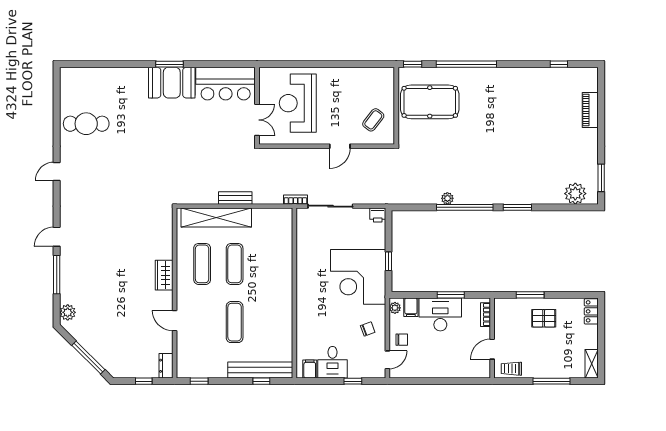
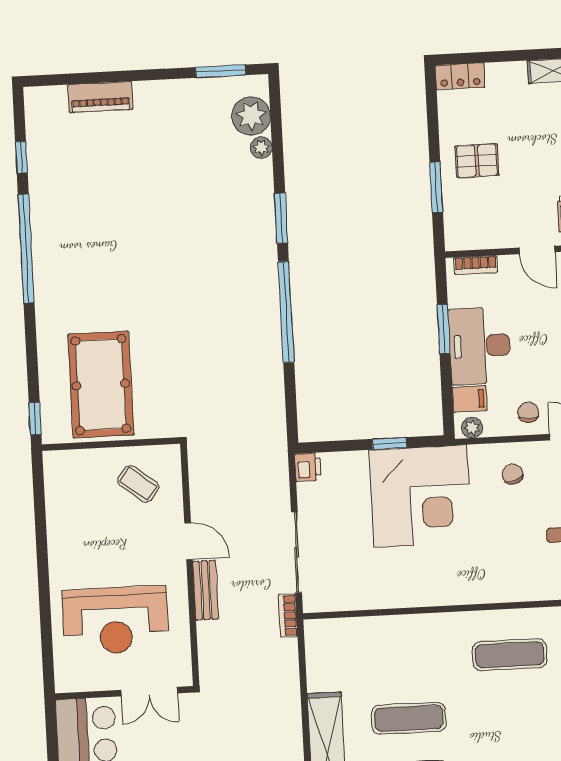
window: (466, 64) -> (26, 249), moved
double door: (257, 120) -> (149, 692), swing flipped
bench: (235, 198) -> (206, 590), moved
plant: (447, 198) -> (261, 148), moved
pallet: (544, 318) -> (477, 161), turned 90
exercise mat: (235, 322) -> (510, 655), moved

